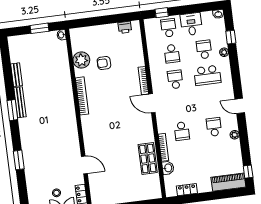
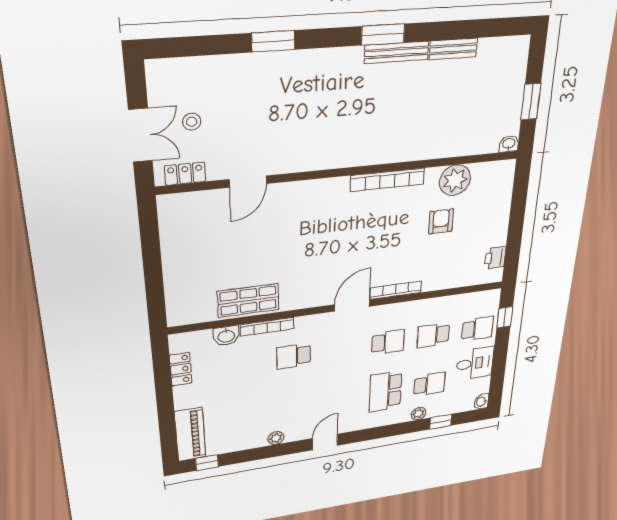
school desk: (214, 127) -> (294, 406), removed

